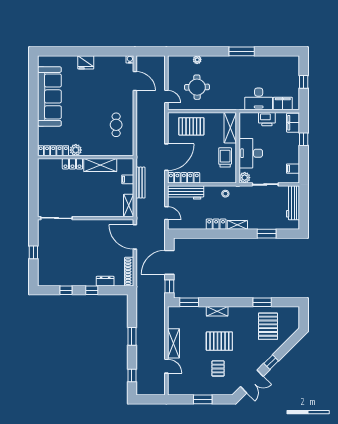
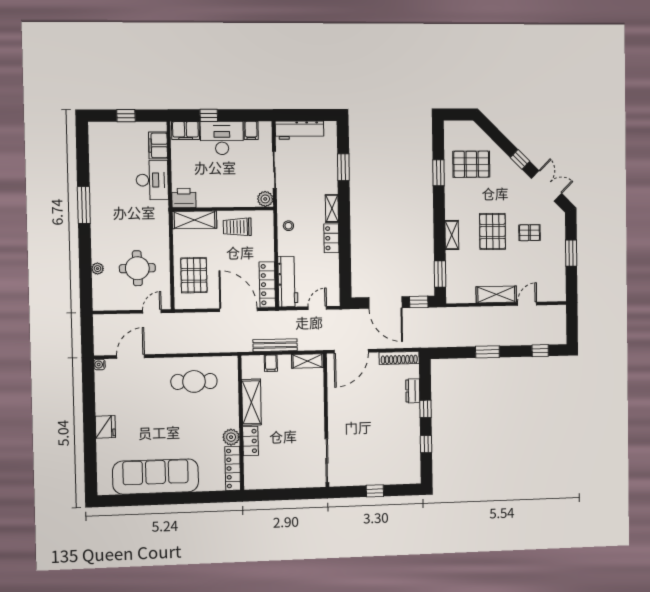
printer: (267, 119) -> (184, 198), moved, turned -90
cafe table: (116, 125) -> (194, 381), width x1.37, depth x1.35
desk: (251, 153) -> (222, 138), moved, turned 180

